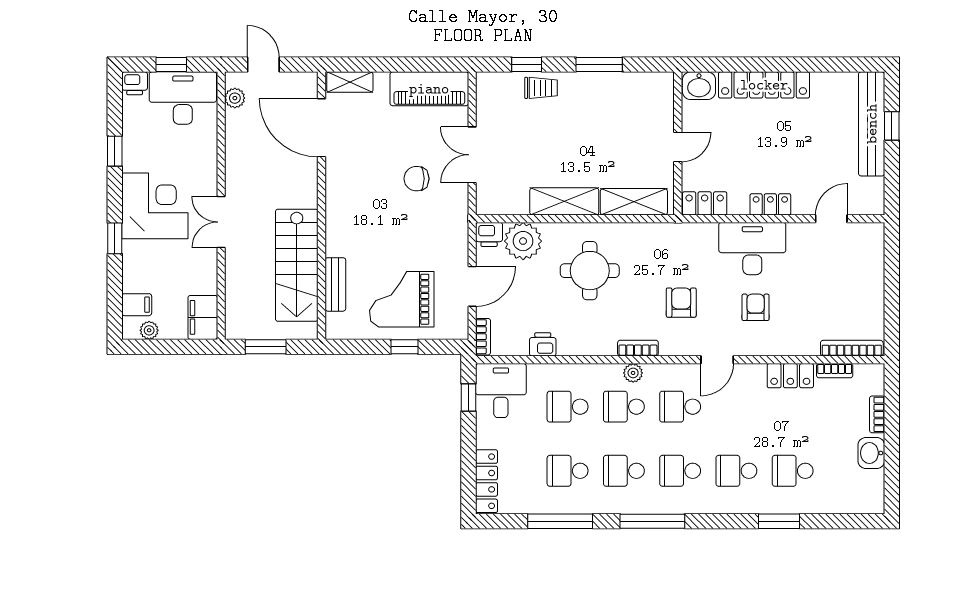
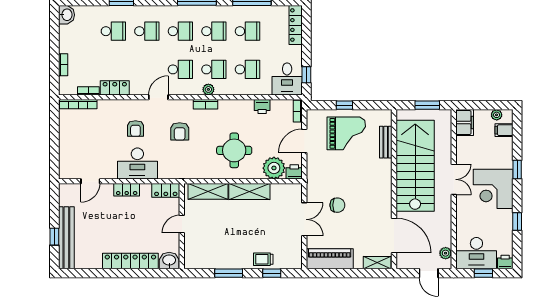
stairs: (297, 265) -> (415, 166), width x1.36, depth x1.51
washbasin: (871, 453) -> (67, 15), moved

